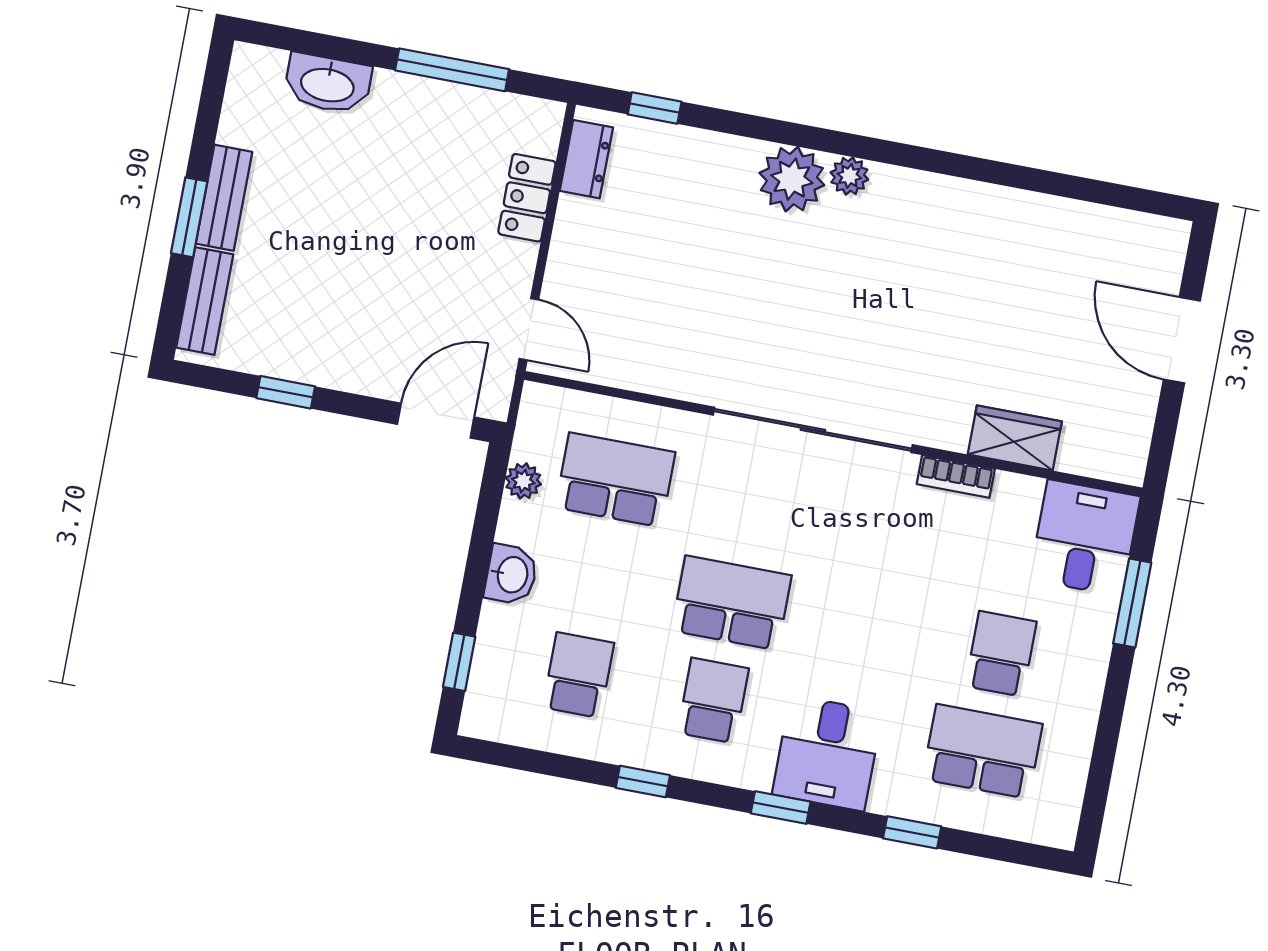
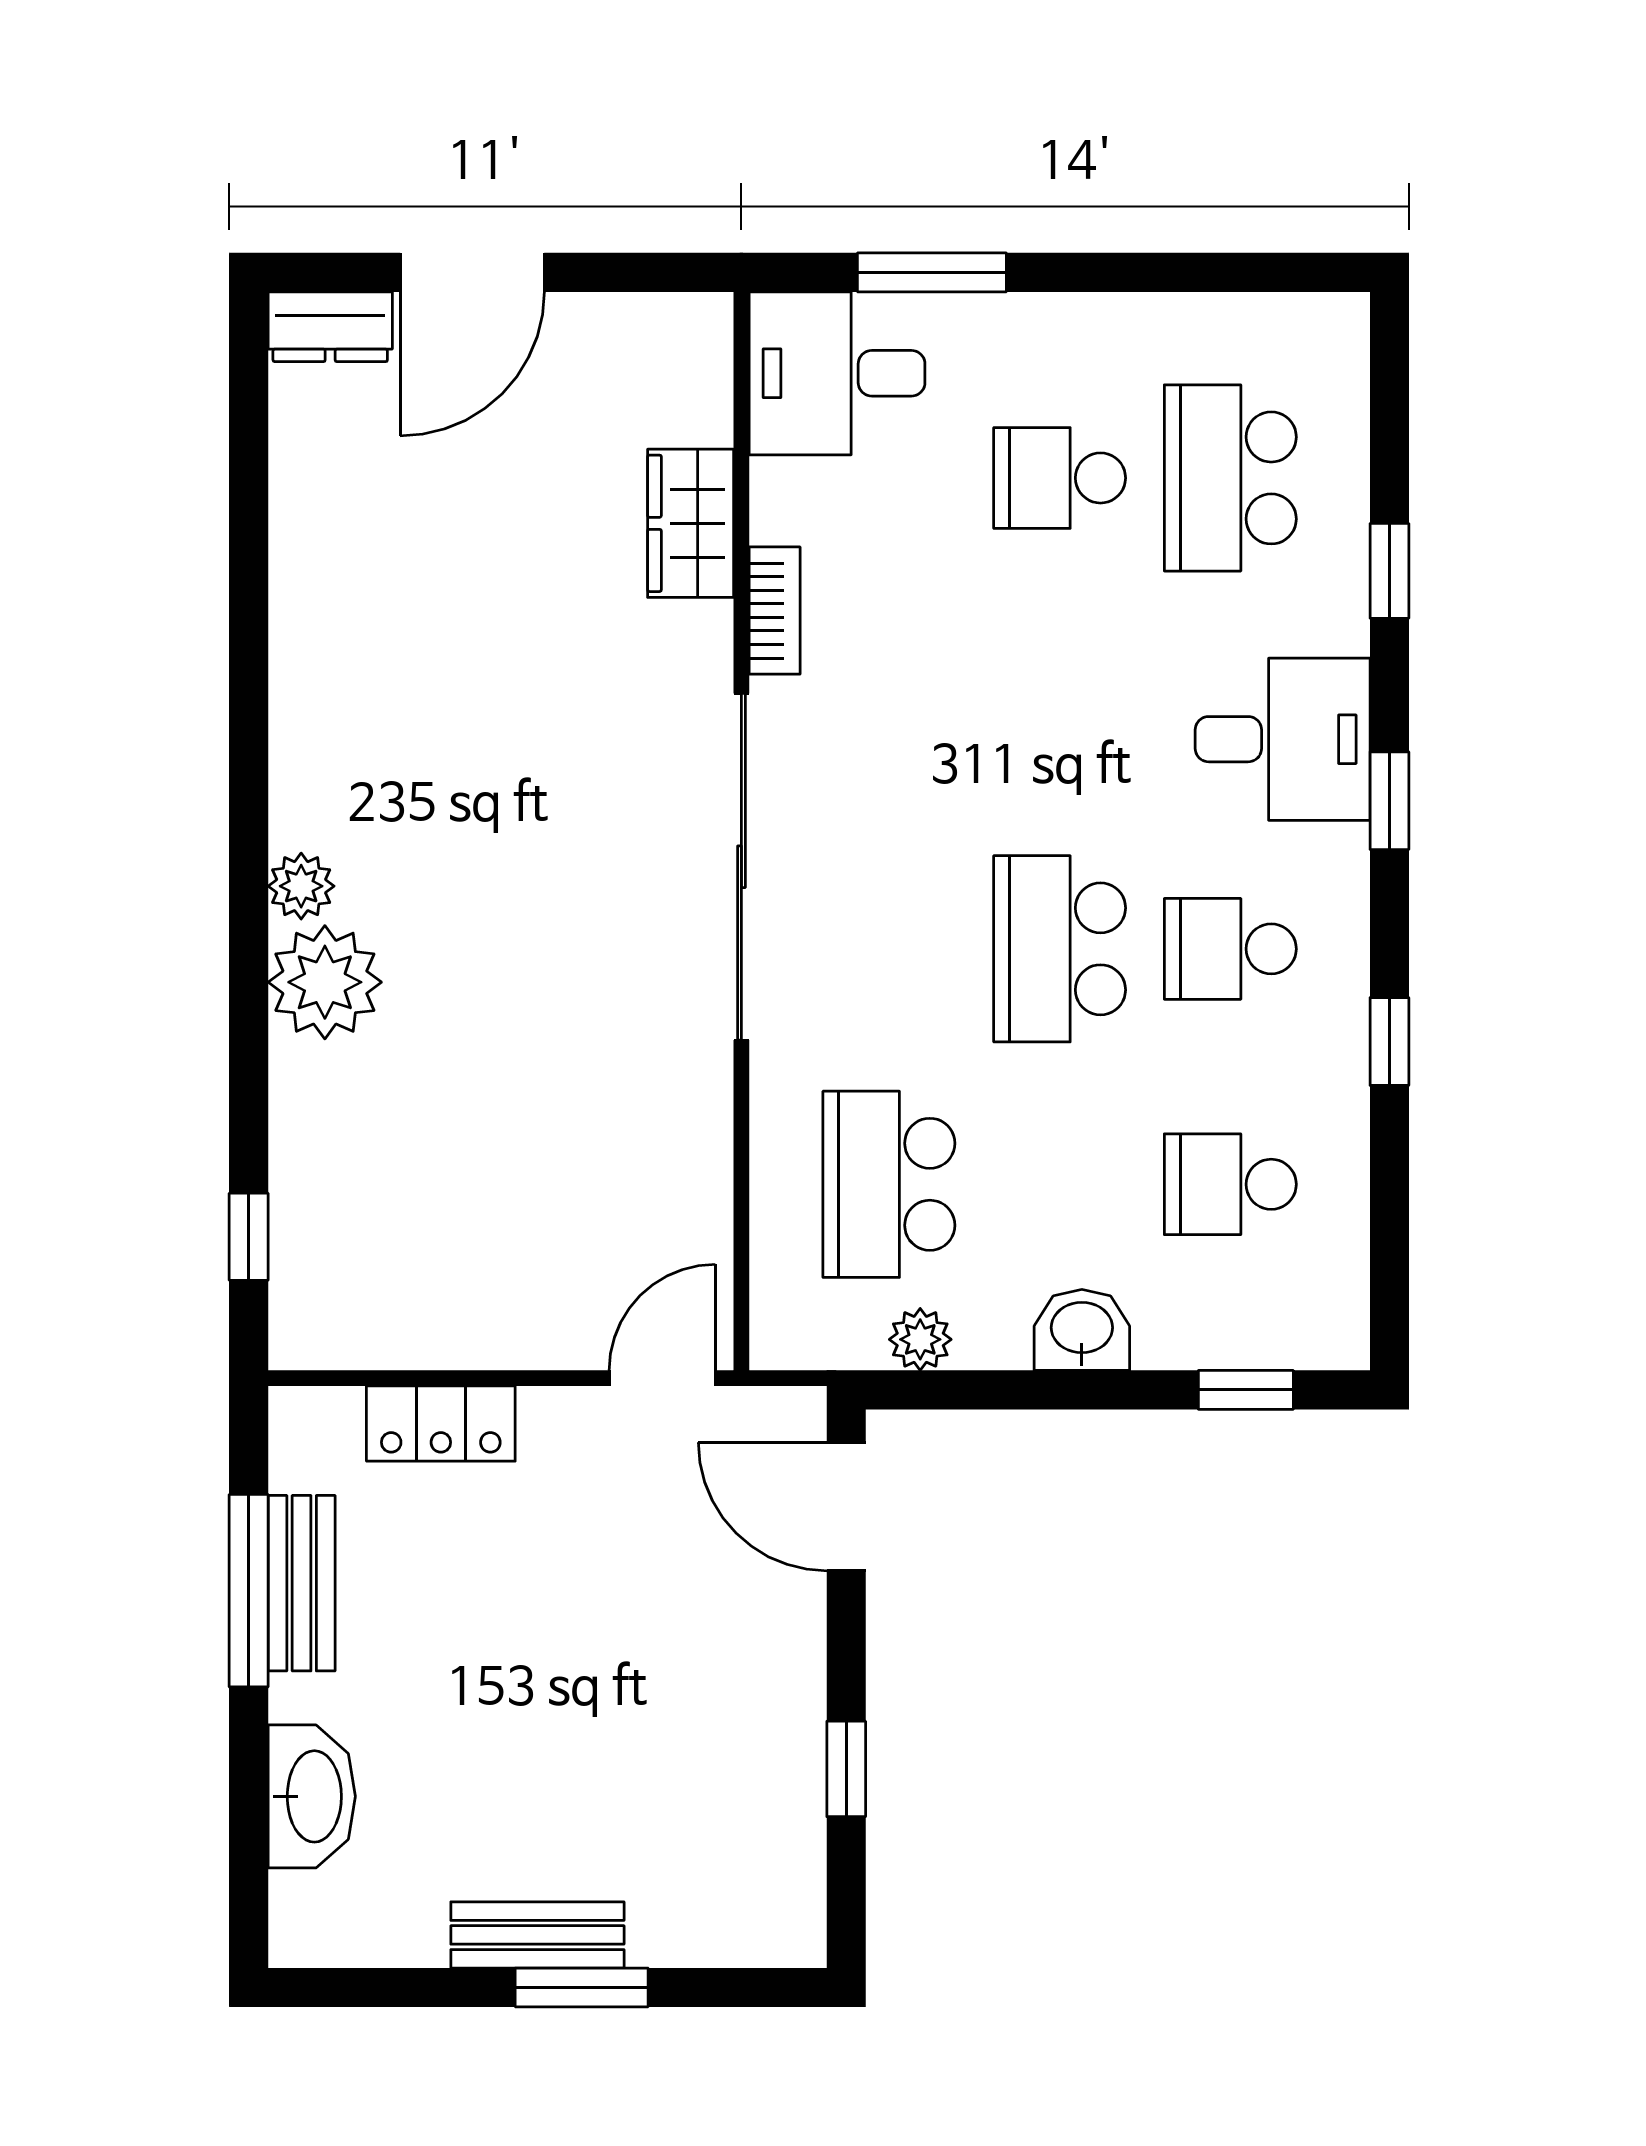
dresser: (586, 159) -> (330, 327), moved, turned 180
bench: (205, 301) -> (302, 1583), moved, turned 90

